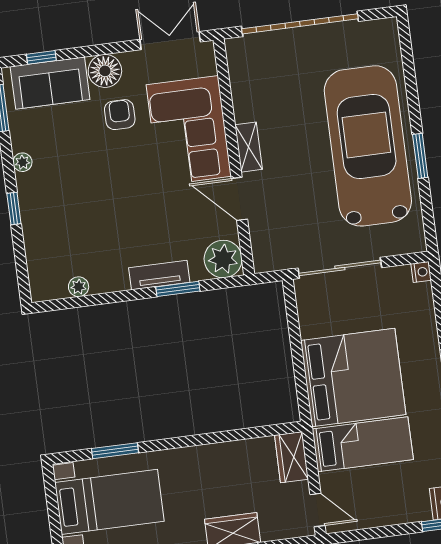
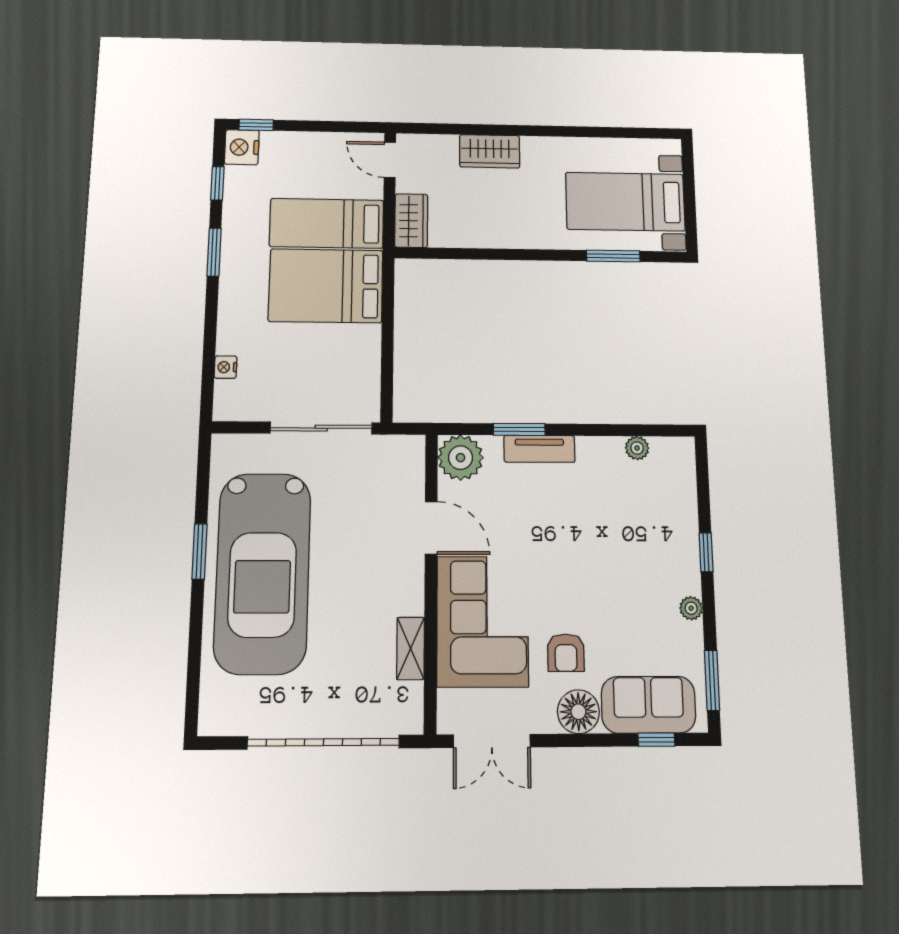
shelving: (249, 147) -> (411, 648), moved
nightstand: (421, 272) -> (226, 367), moved
bed: (353, 378) -> (326, 286), width x0.73

